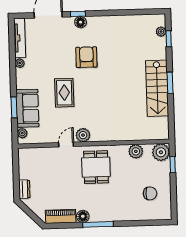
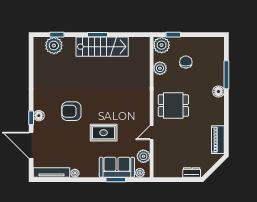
plant: (161, 32) -> (54, 45), width x1.88, depth x1.88
plant: (83, 135) -> (143, 156), moved
door: (66, 145) -> (152, 133), hinge flipped
chair: (150, 193) -> (186, 62), moved
floor lamp: (83, 216) -> (218, 91), moved
window: (98, 224) -> (226, 75), moved

